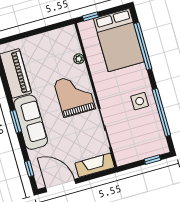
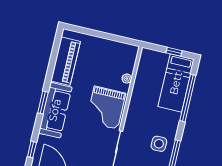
window: (90, 16) -> (174, 52), moved
bed: (119, 40) -> (176, 83), width x0.67
grand piano: (75, 95) -> (106, 108), turned 180

